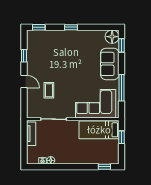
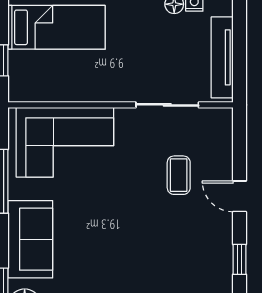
bed: (99, 130) -> (57, 27), moved
tv unit: (31, 134) -> (222, 57), width x1.41

